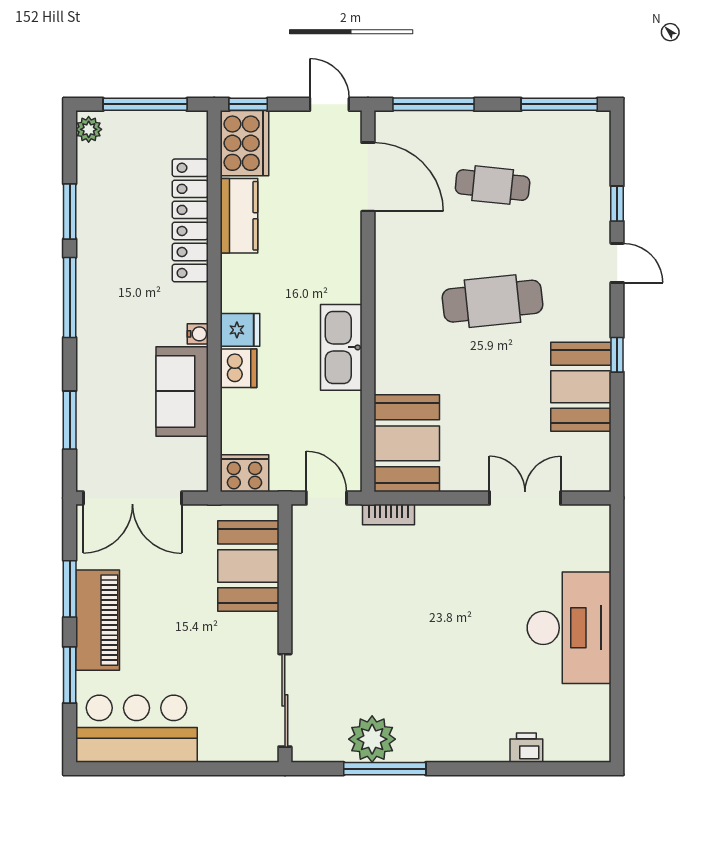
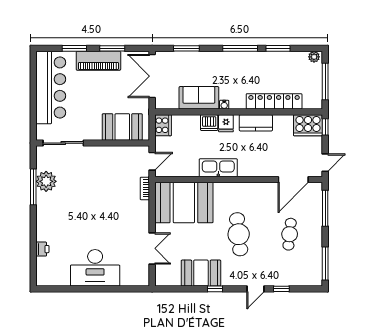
kitchen counter: (239, 216) -> (256, 123), moved
booth: (407, 443) -> (184, 203), width x1.36, depth x1.42
bar counter: (136, 729) -> (51, 88), width x1.36

